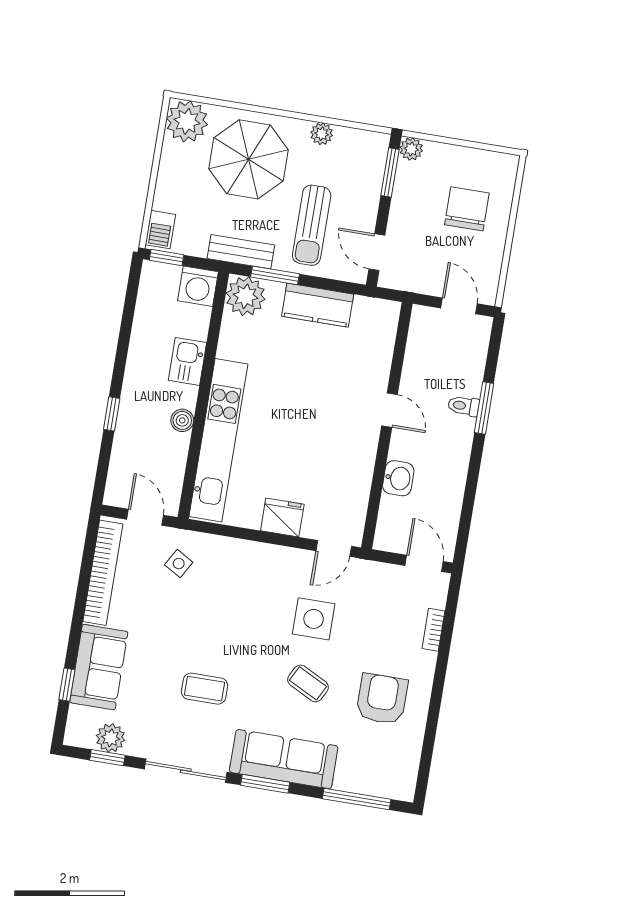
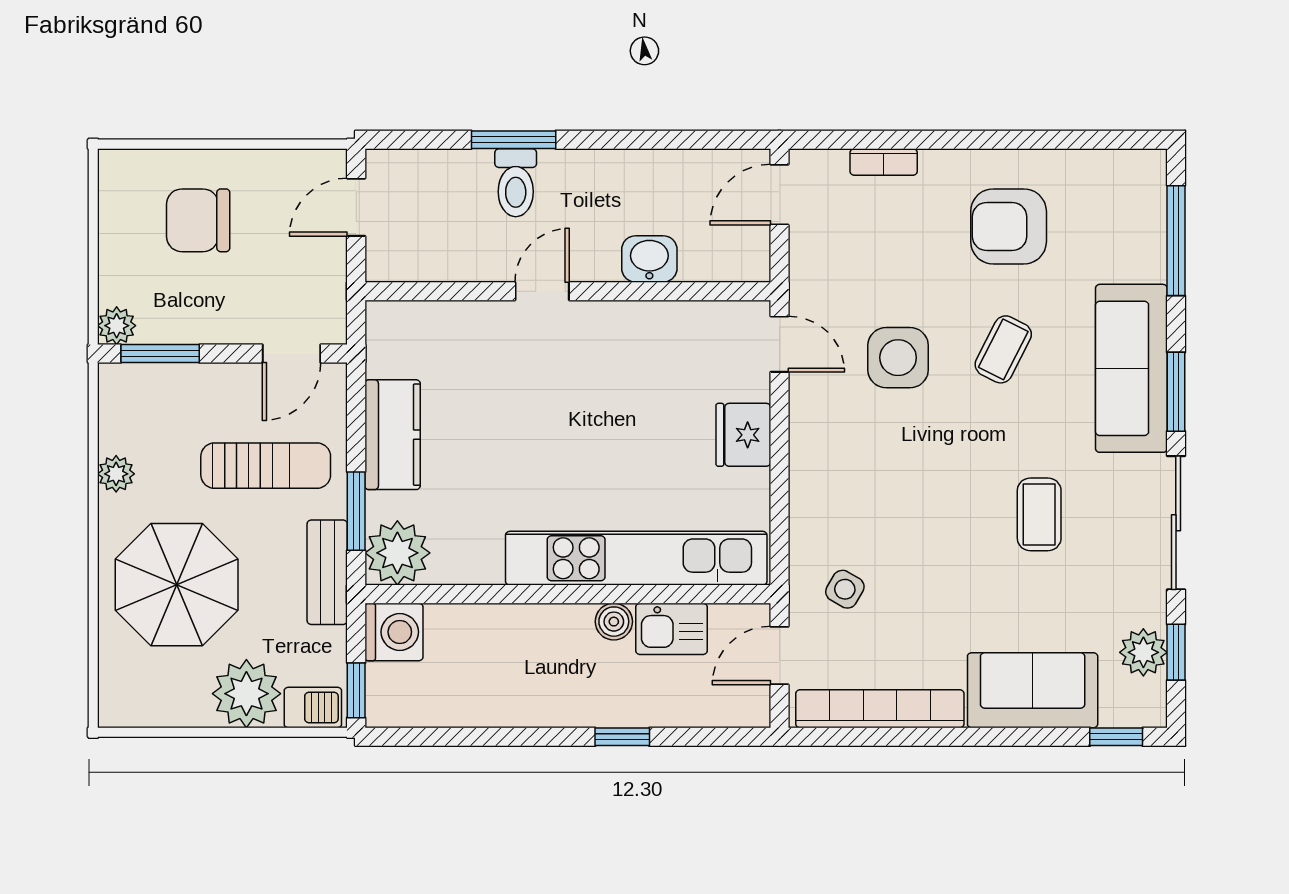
plant: (187, 121) -> (246, 694), moved
kitchen sink: (187, 361) -> (672, 629), moved
toilet: (464, 406) -> (516, 183), width x1.37, depth x1.39
window: (67, 685) -> (1116, 737), moved

